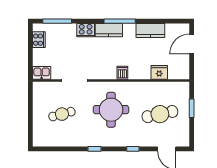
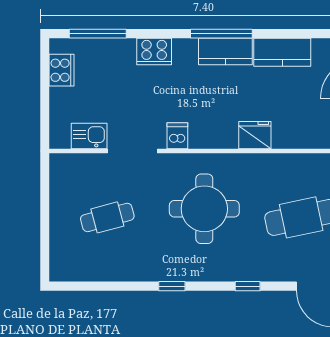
kitchen counter: (109, 30) -> (225, 51), moved
fridge: (159, 72) -> (255, 135), moved
kitchen sink: (42, 73) -> (89, 136), moved
dishwasher: (122, 73) -> (177, 136), moved

